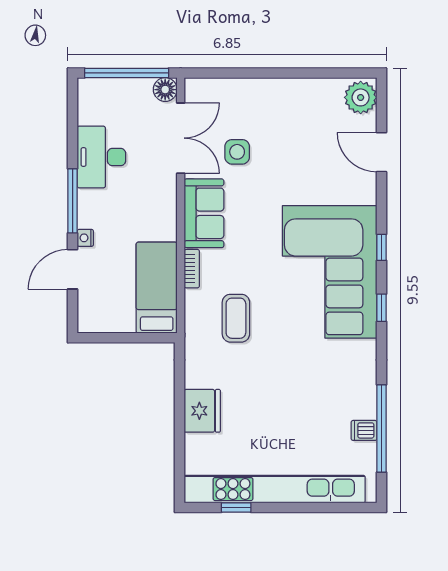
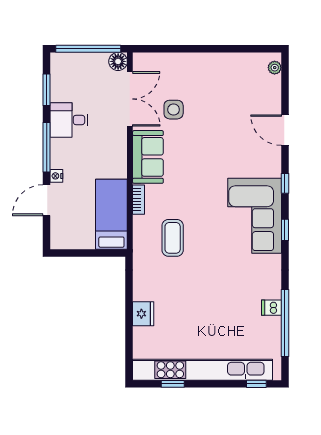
plant: (361, 97) -> (275, 68), width x0.53, depth x0.53
window: (73, 126) -> (47, 90), added
door: (382, 152) -> (285, 130), moved
desk: (101, 157) -> (69, 120), width x0.73
corner sofa: (330, 272) -> (255, 216), width x0.73, depth x0.74
fridge: (202, 411) -> (143, 314), width x0.73, depth x0.75
dishwasher: (364, 430) -> (271, 308), moved
window: (344, 507) -> (256, 384), added

